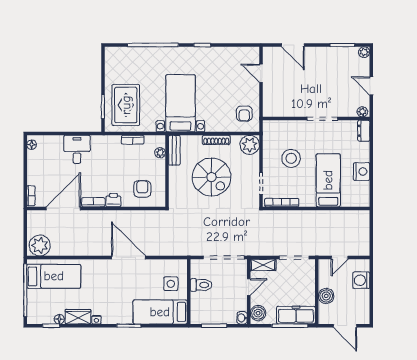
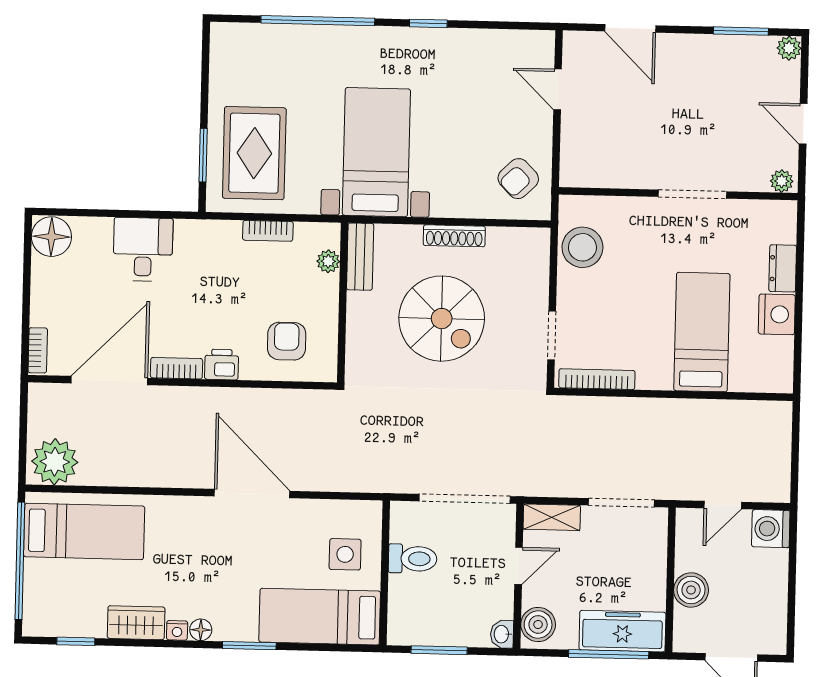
armchair: (244, 114) -> (518, 179), turned 46
dresser: (364, 131) -> (783, 268), moved
floor lamp: (32, 145) -> (51, 237), width x1.89, depth x1.89
plant: (250, 145) -> (529, 249), removed
stool: (291, 158) -> (582, 247), moved
washing machine: (361, 280) -> (771, 529), moved
floor lamp: (59, 319) -> (201, 630), moved

